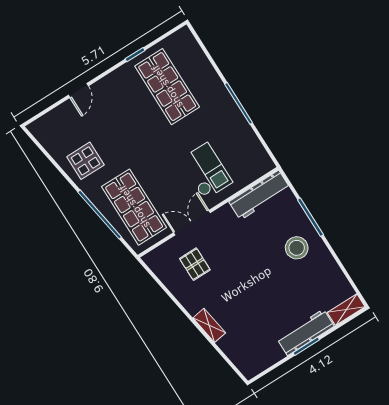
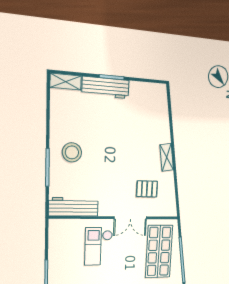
pallet: (195, 264) -> (147, 189), turned 90
shelving: (209, 325) -> (167, 157), moved

